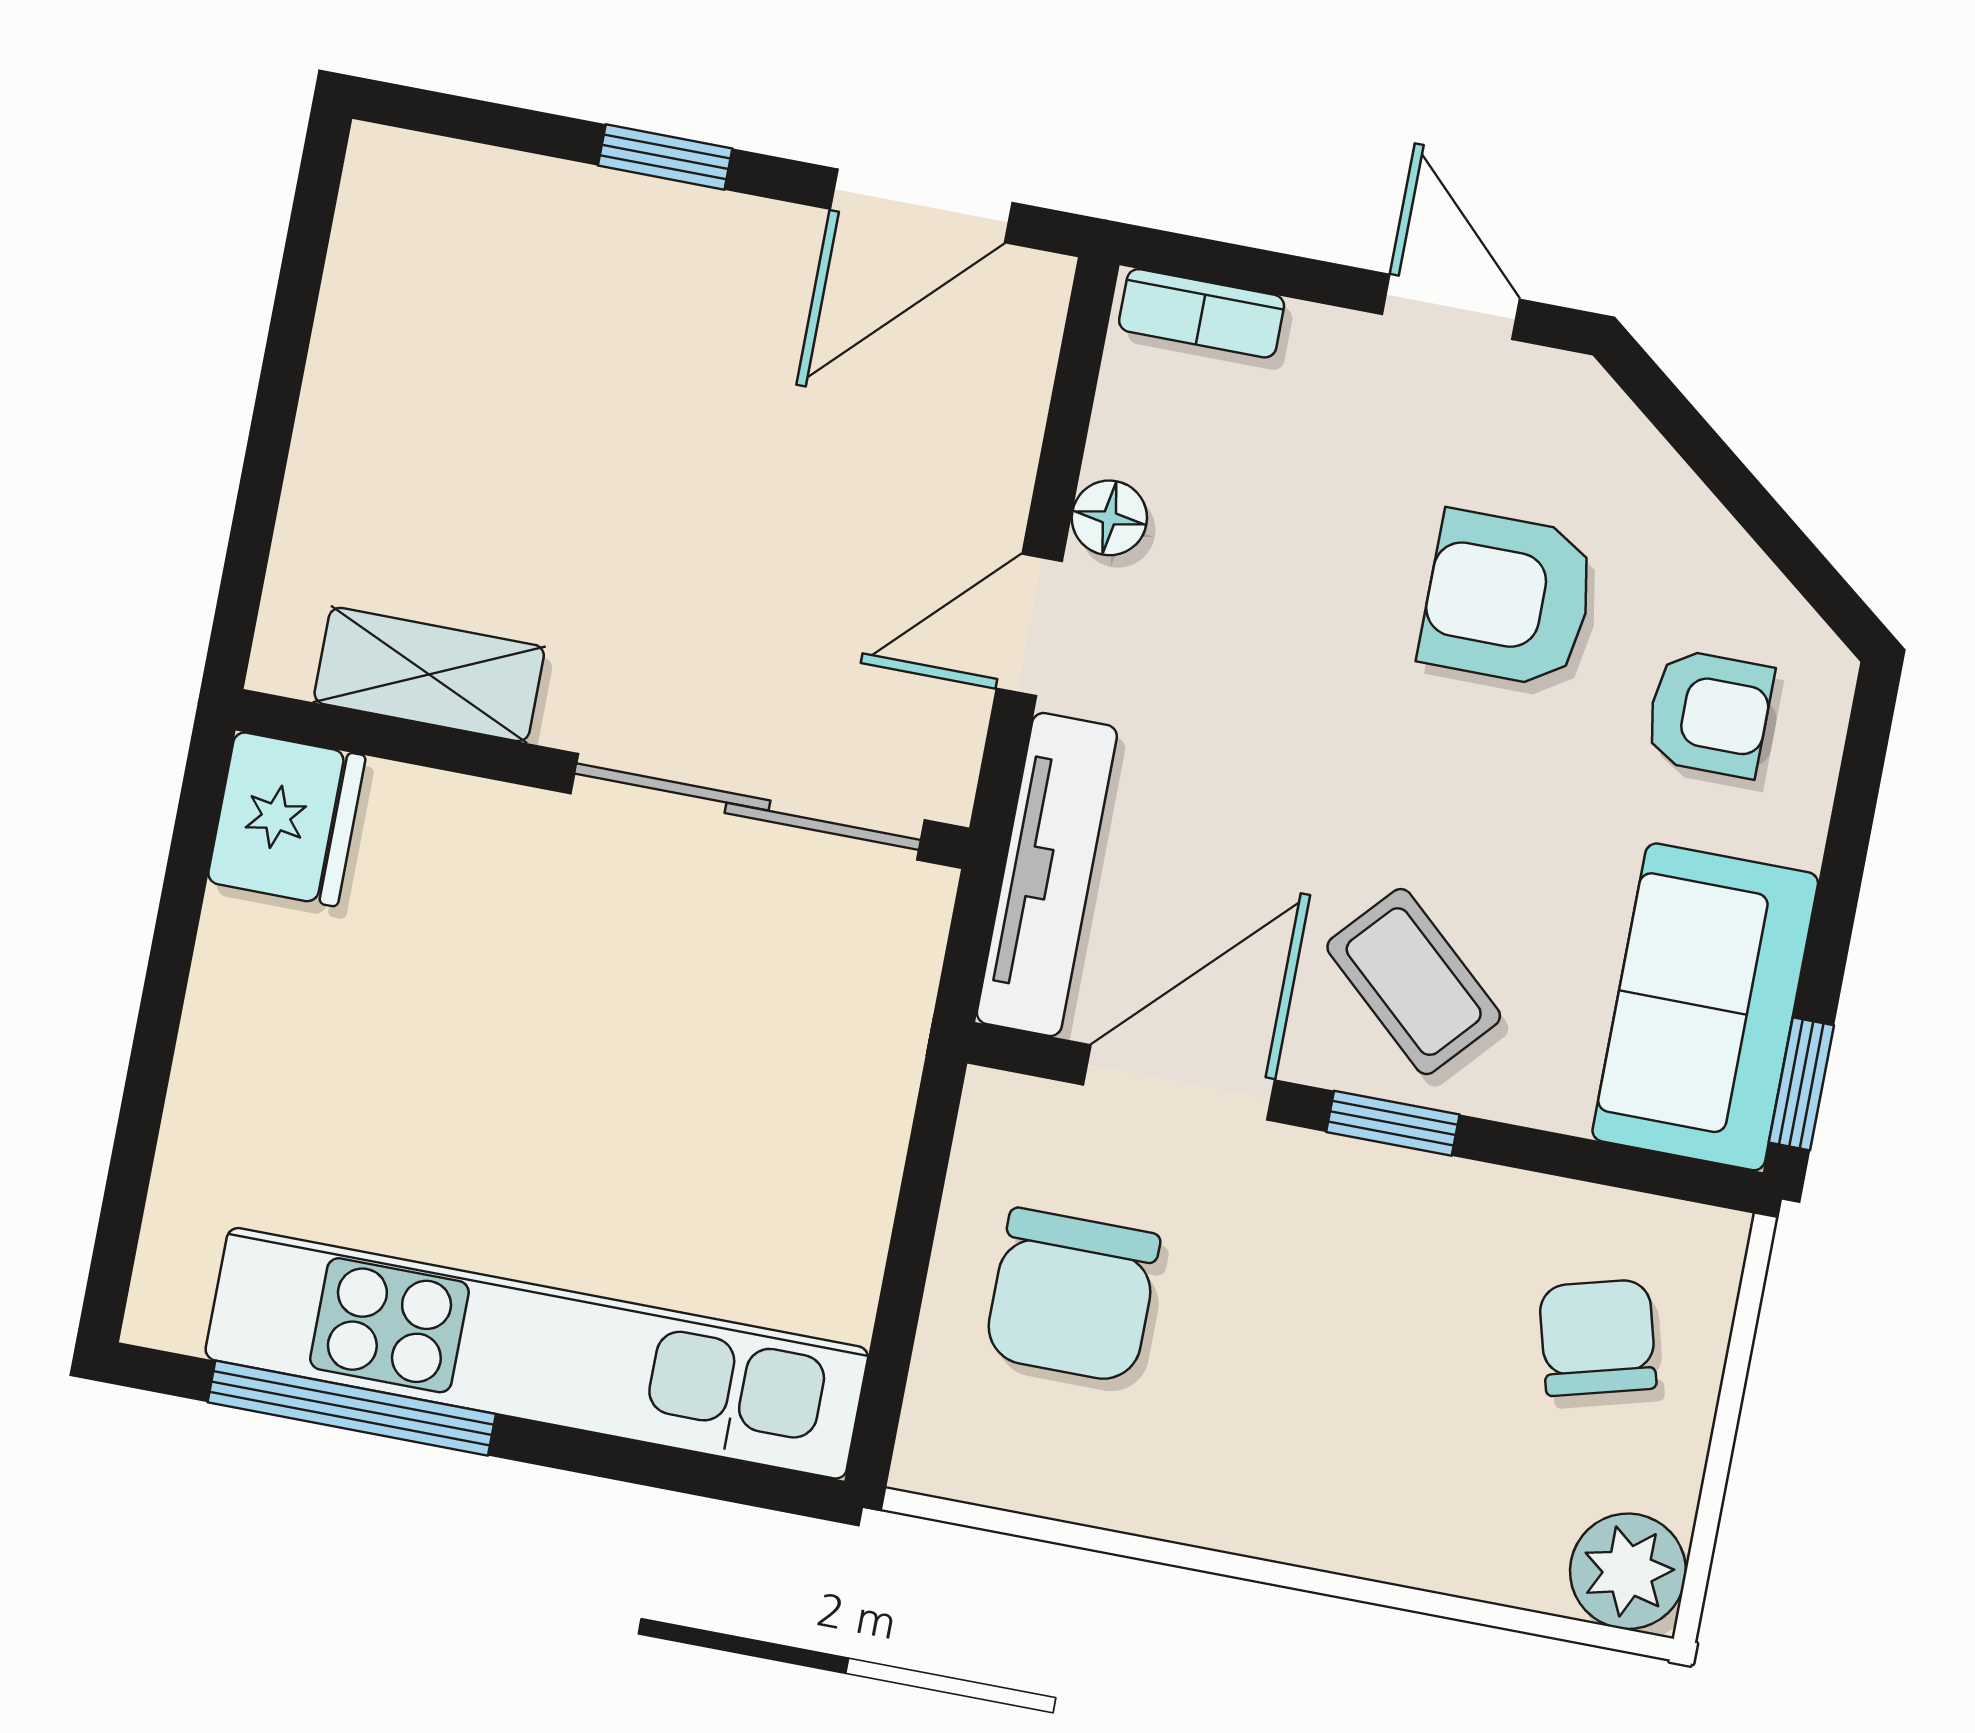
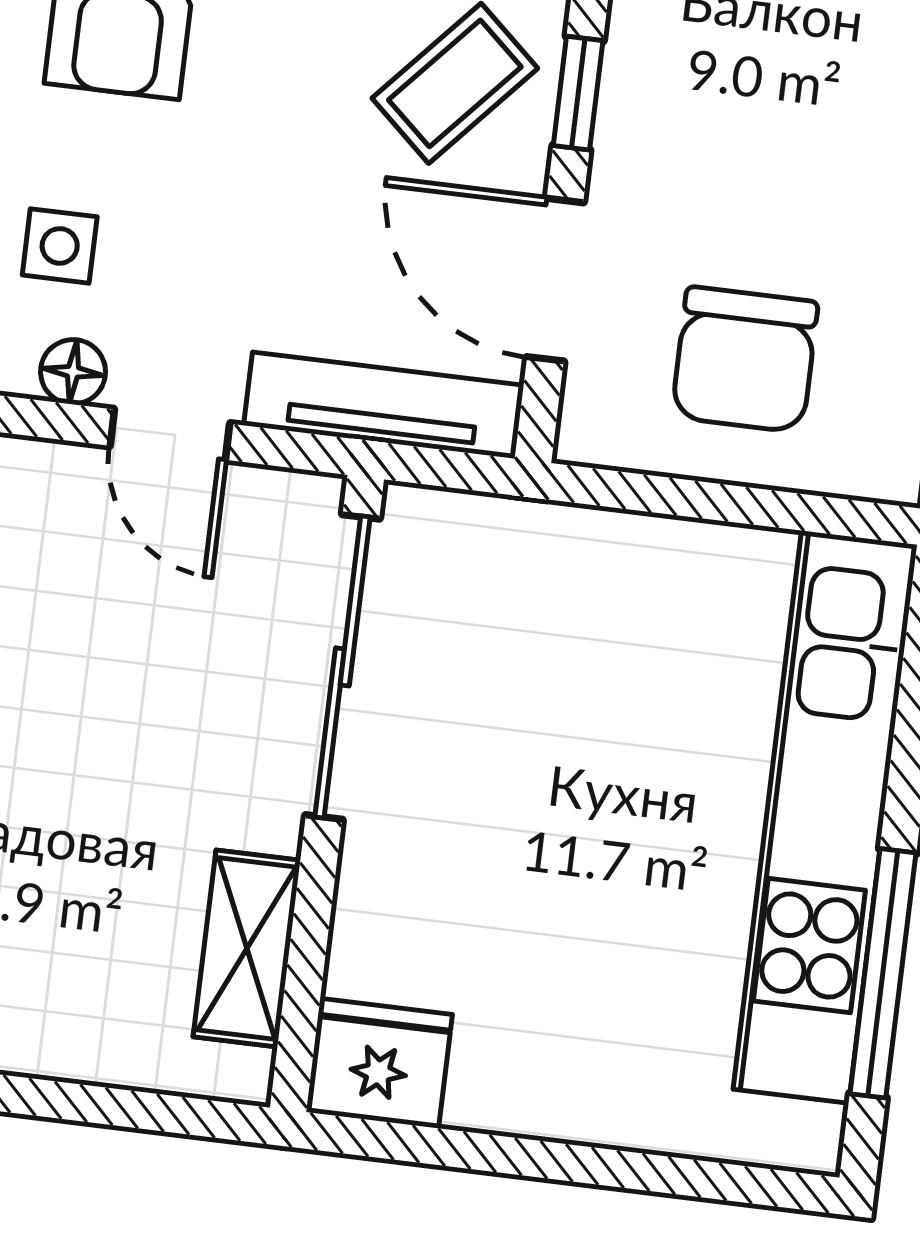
side table: (1256, 512) -> (60, 246), added
chair: (1072, 1296) -> (745, 359), turned 90

